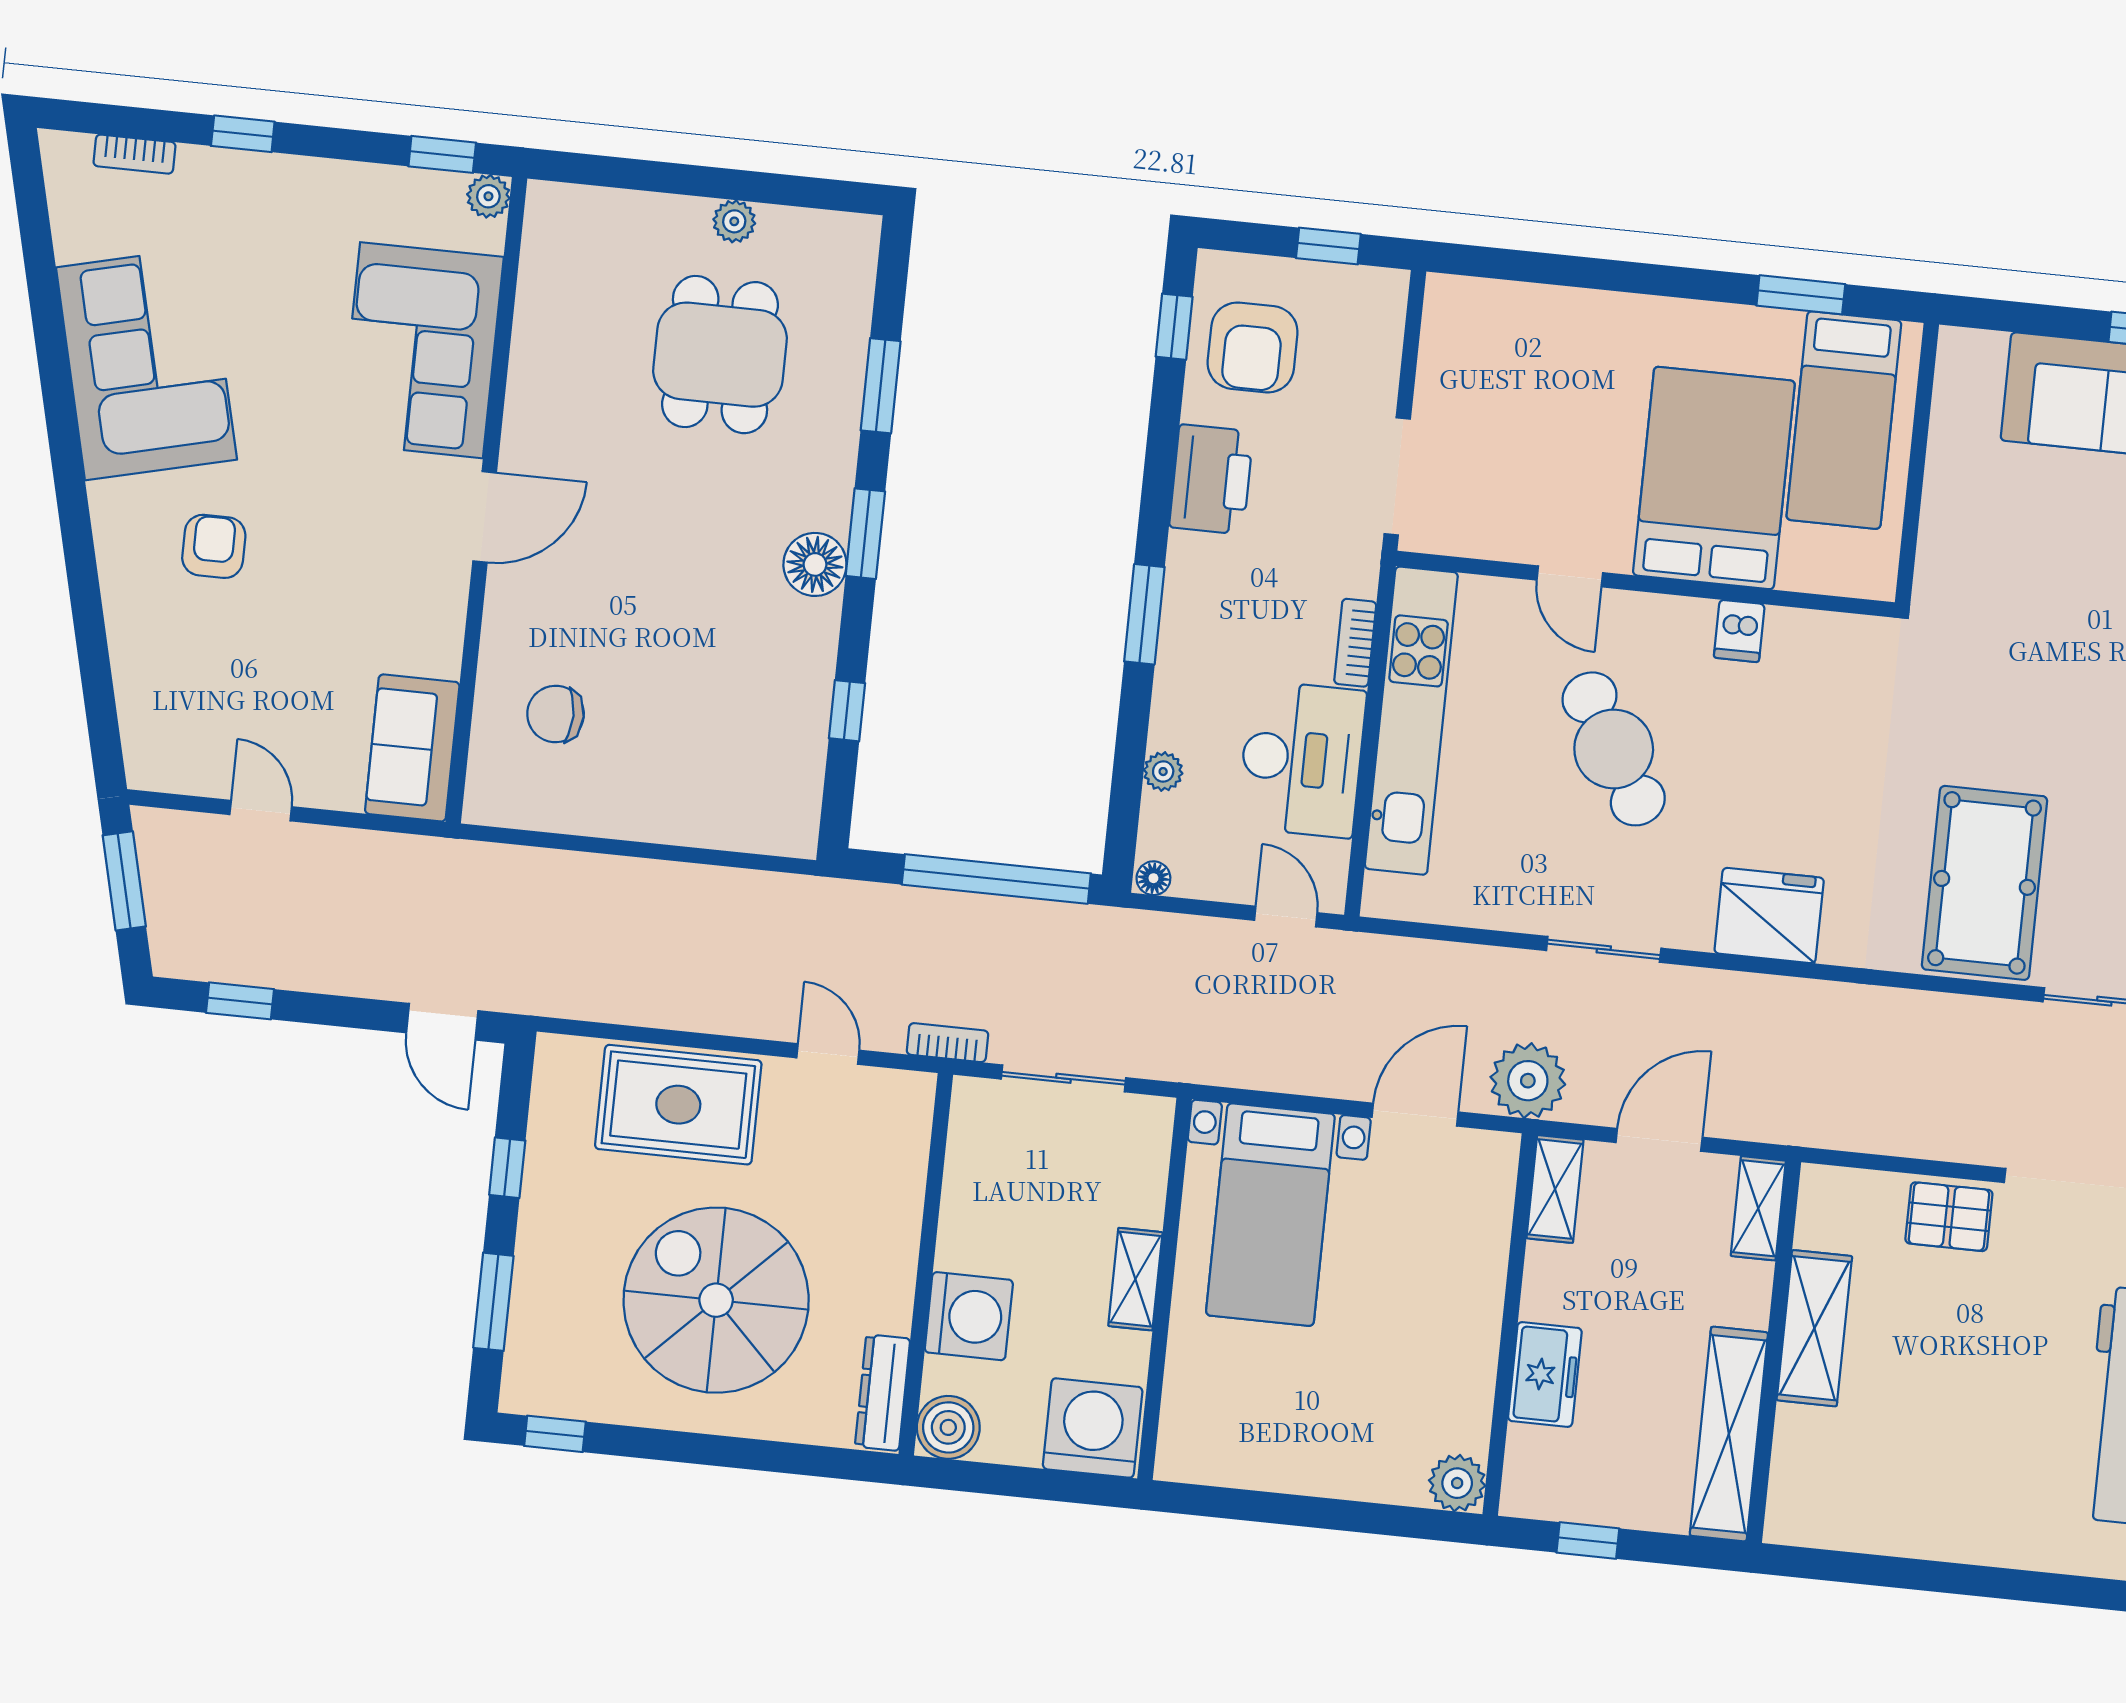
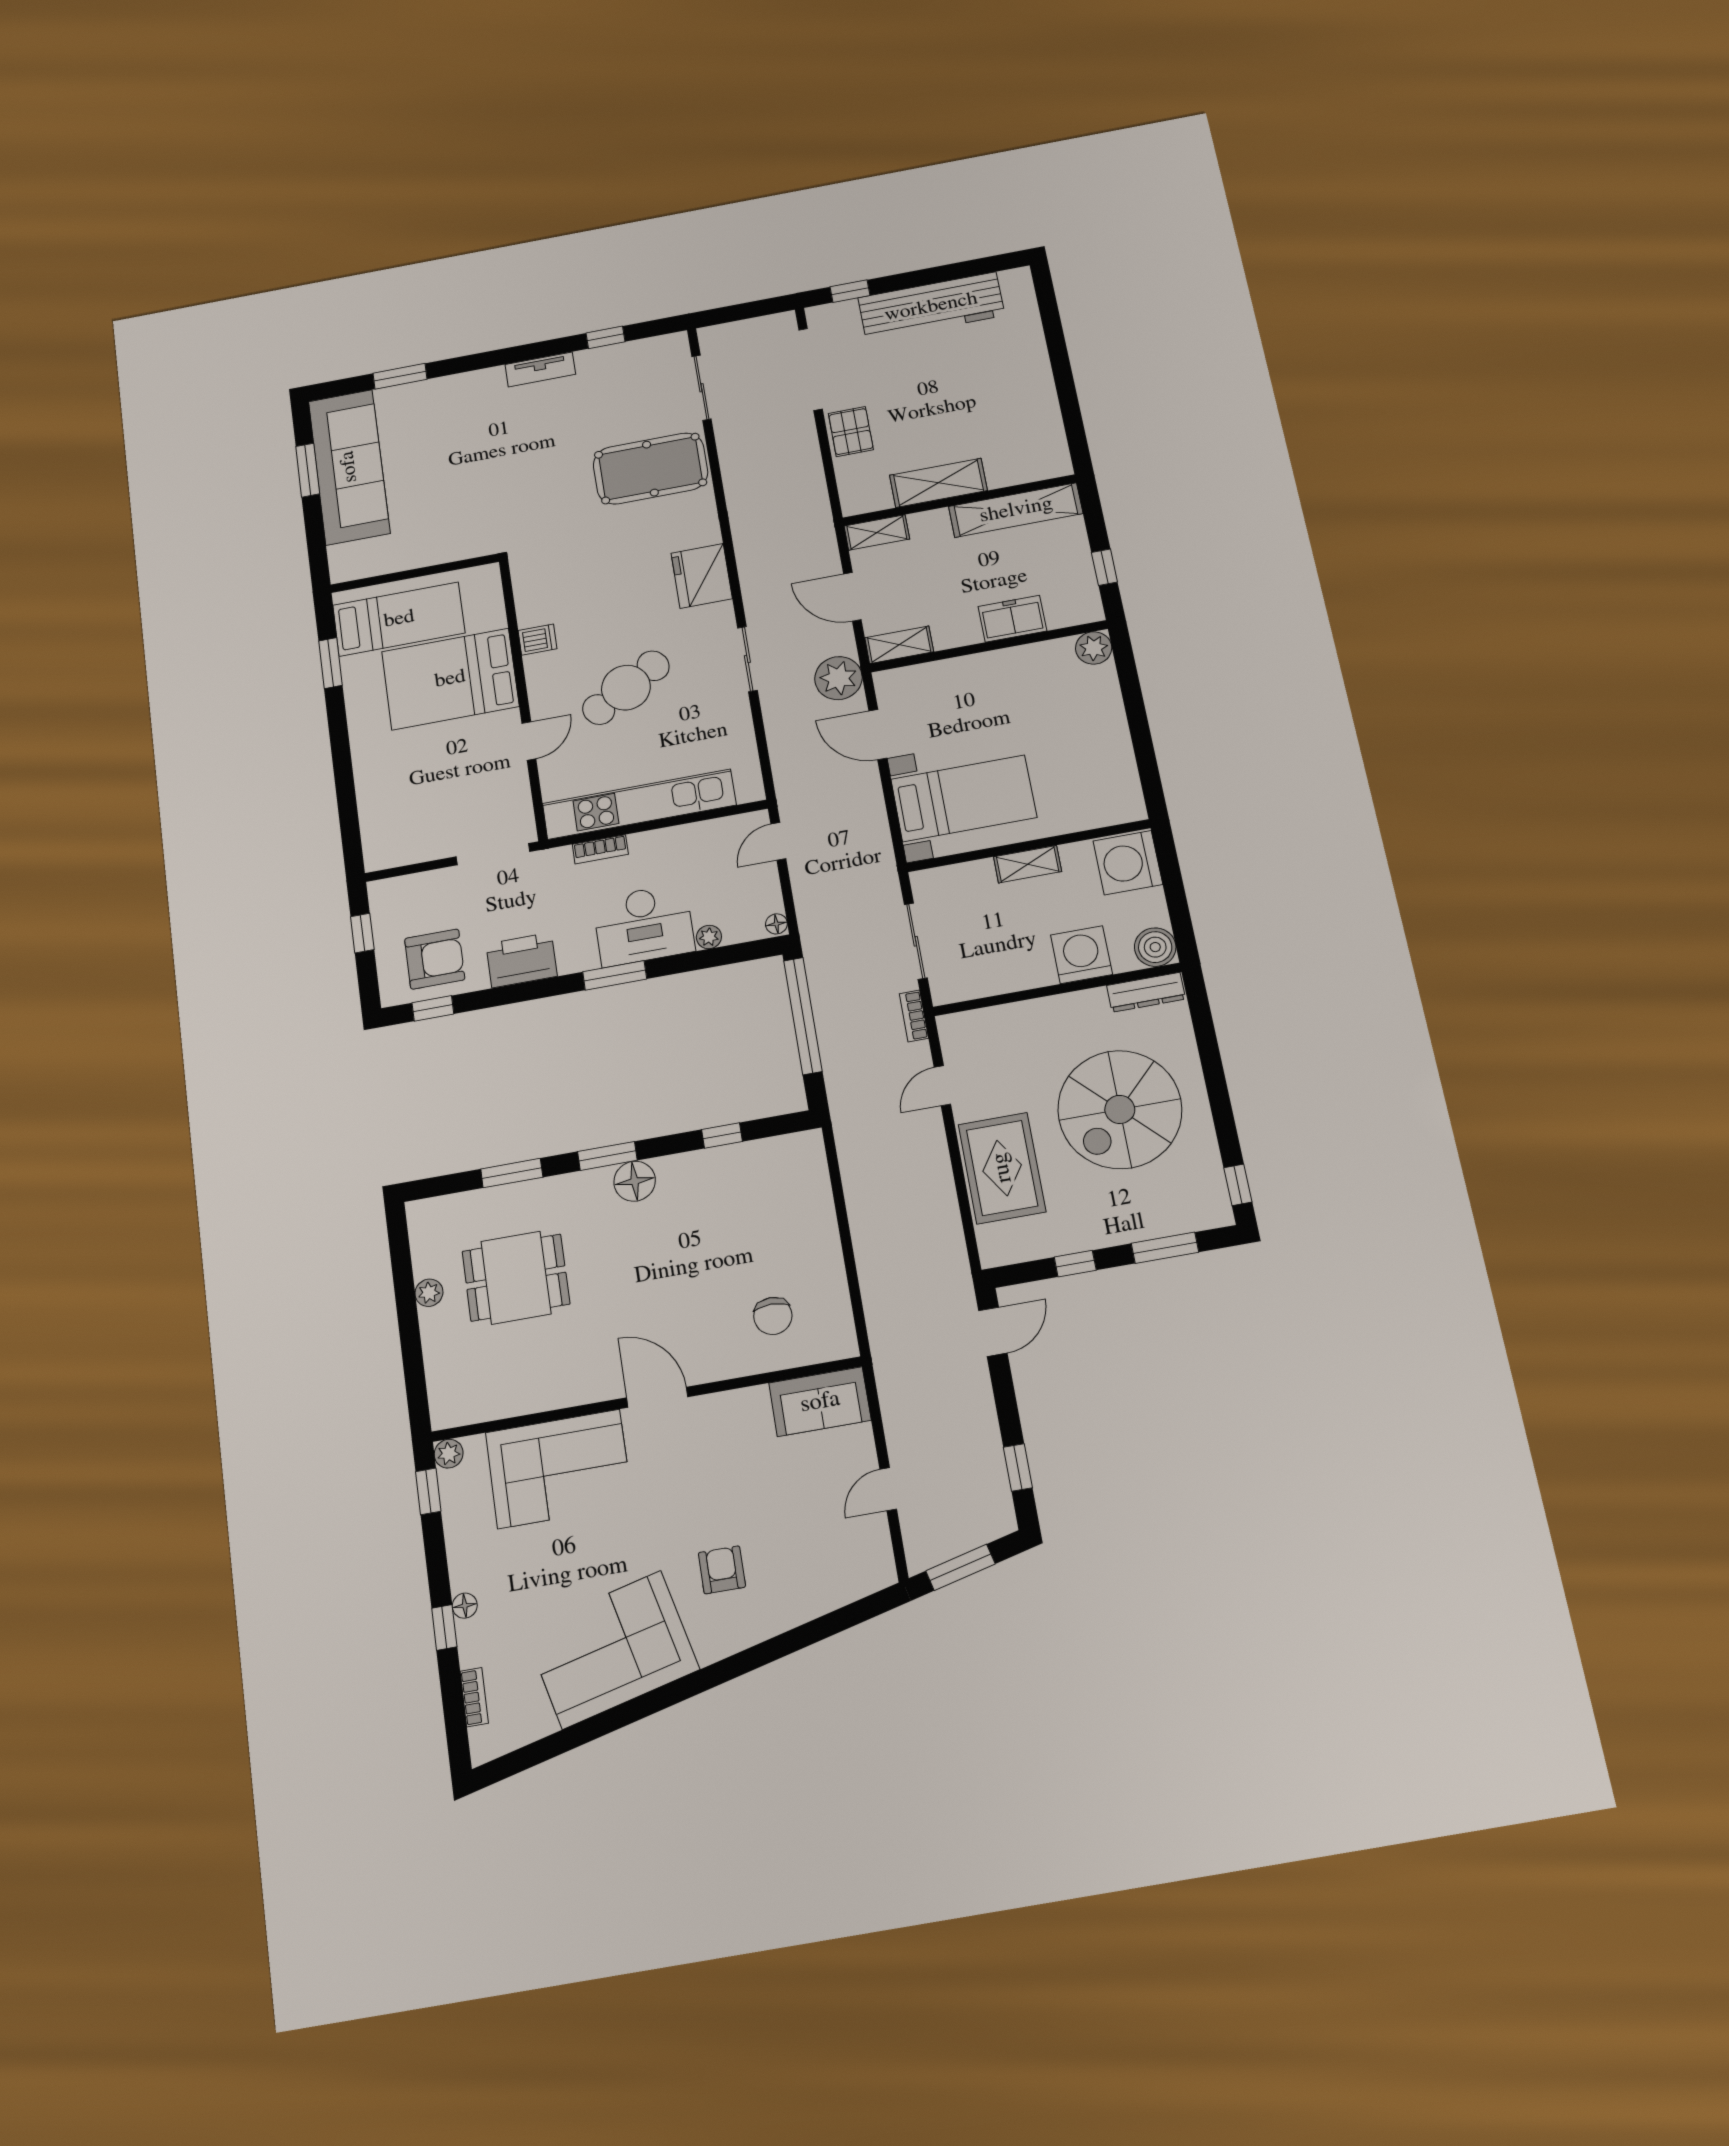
floor lamp: (265, 170) -> (465, 1606), added
armchair: (214, 546) -> (722, 1570), turned 90
desk: (1302, 759) -> (644, 925), moved, turned 180

